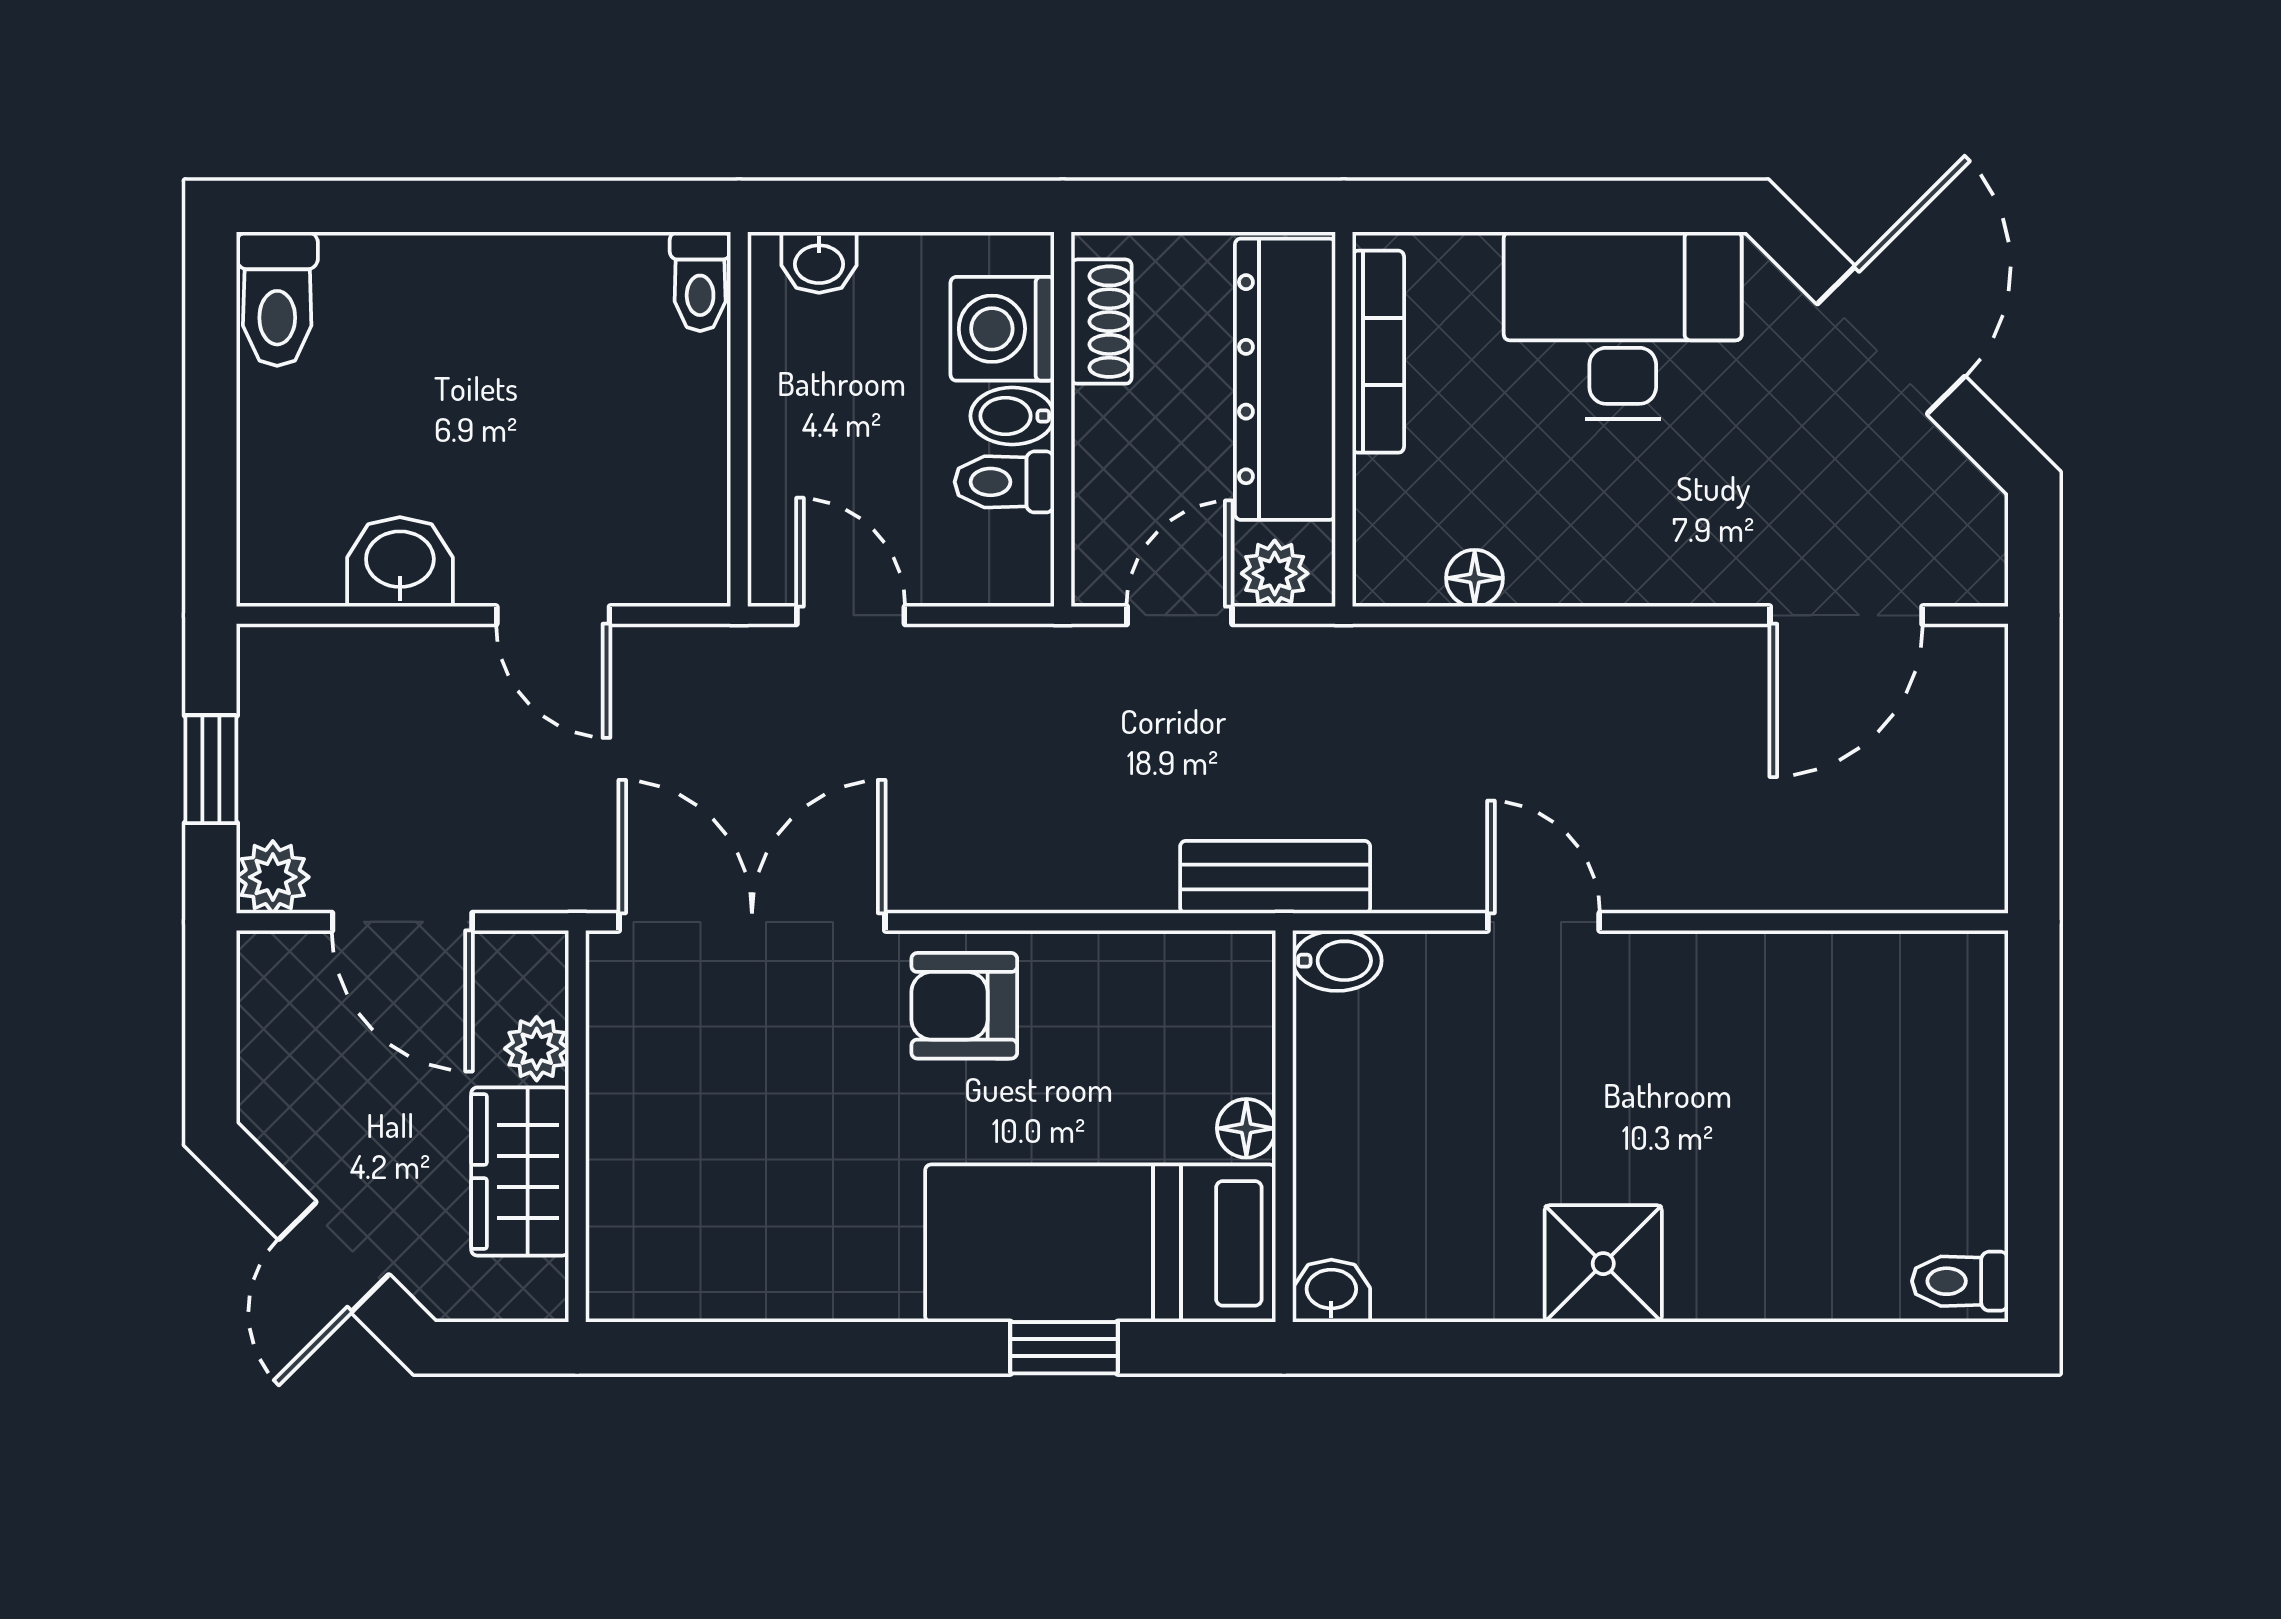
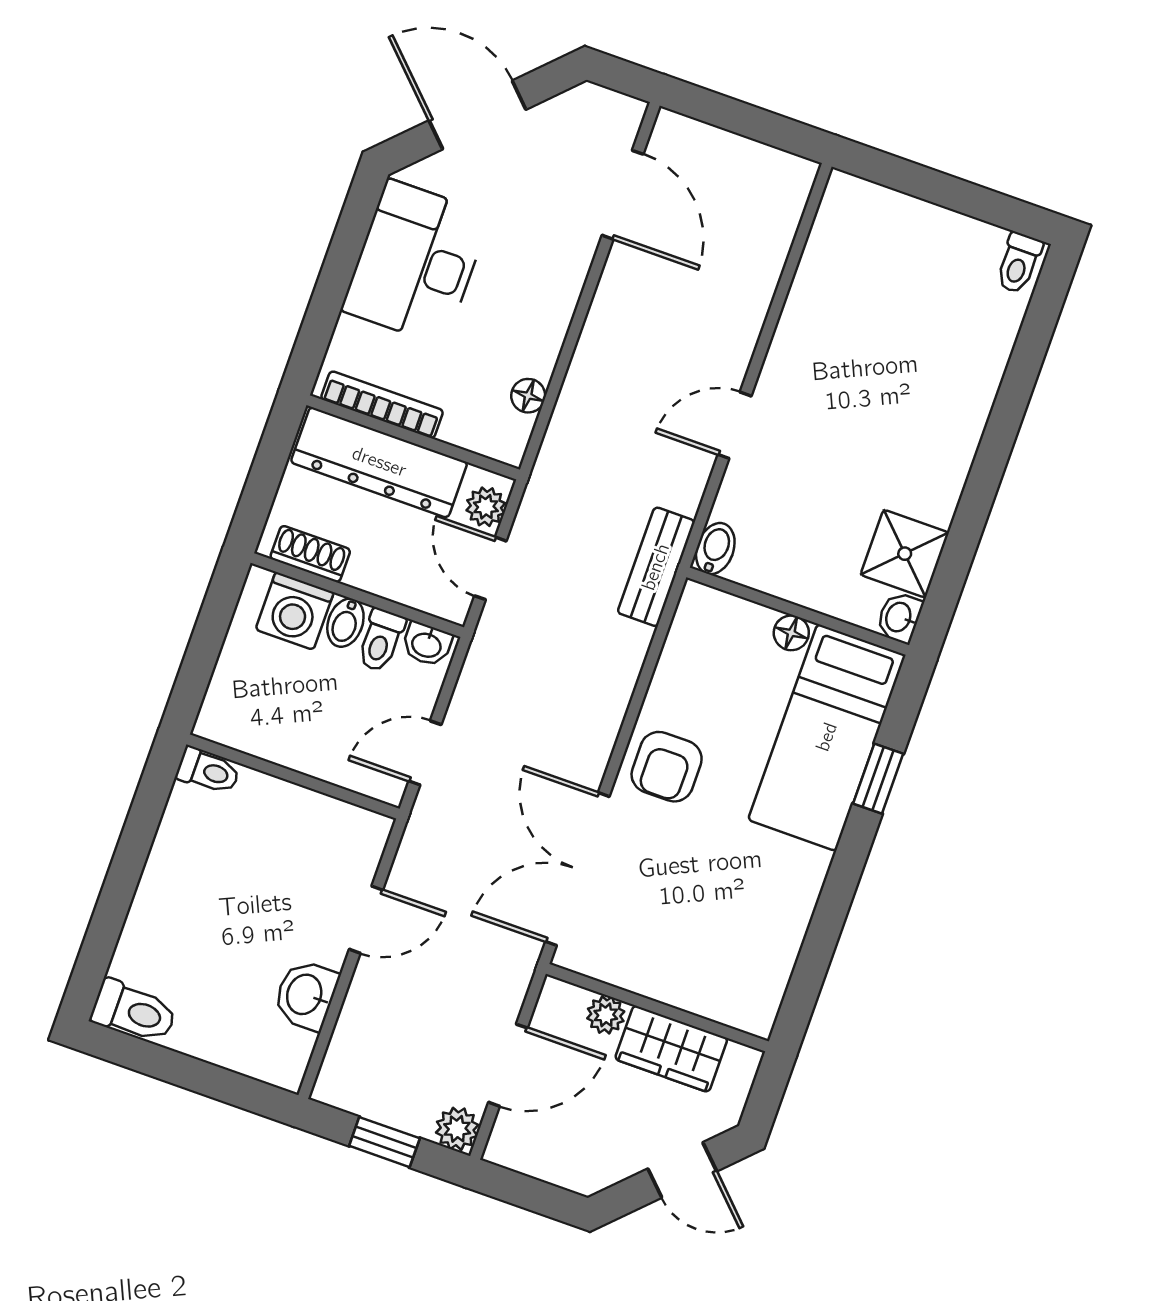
washbasin: (819, 262) -> (427, 644), moved, turned 90
shower: (1603, 1264) -> (905, 554), moved

